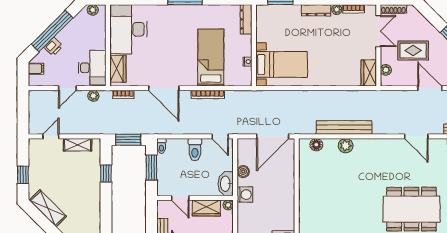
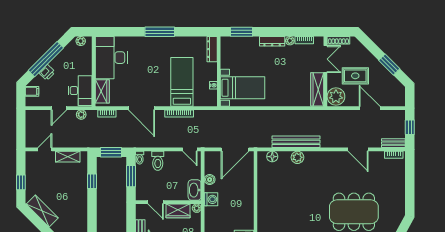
plant: (386, 70) -> (336, 96), width x1.88, depth x1.88
wardrobe: (369, 73) -> (317, 89), width x1.50
toilet: (195, 150) -> (158, 161), moved

